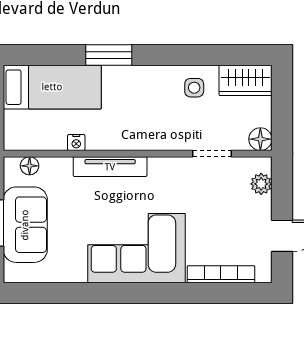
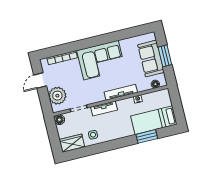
window: (109, 55) -> (147, 136), moved
tv unit: (156, 140) -> (104, 109), added
plant: (261, 184) -> (57, 96), width x1.88, depth x1.88

